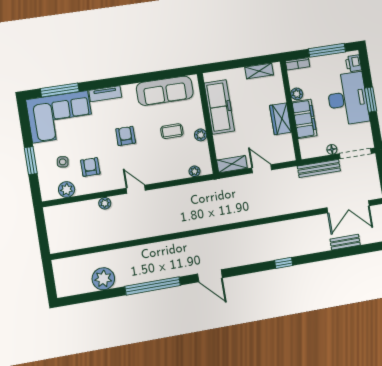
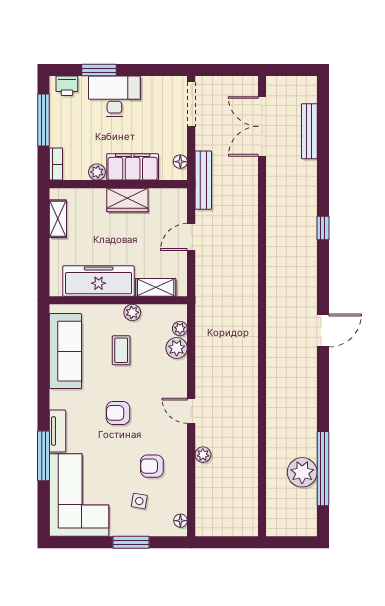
window: (60, 90) -> (44, 456), moved
desk: (348, 99) -> (114, 96), width x0.73, depth x0.77
window: (371, 100) -> (99, 70), moved
floor lamp: (332, 149) -> (180, 162), moved
shelving: (232, 164) -> (156, 287), moved, turned 90
bench: (319, 168) -> (203, 180), moved
door: (136, 189) -> (191, 411), hinge flipped
plant: (67, 190) -> (177, 348), moved
floor lamp: (53, 195) -> (180, 521), added
double door: (348, 207) -> (262, 126), swing flipped
bench: (345, 242) -> (309, 131), width x1.36
window: (153, 286) -> (323, 469), moved

